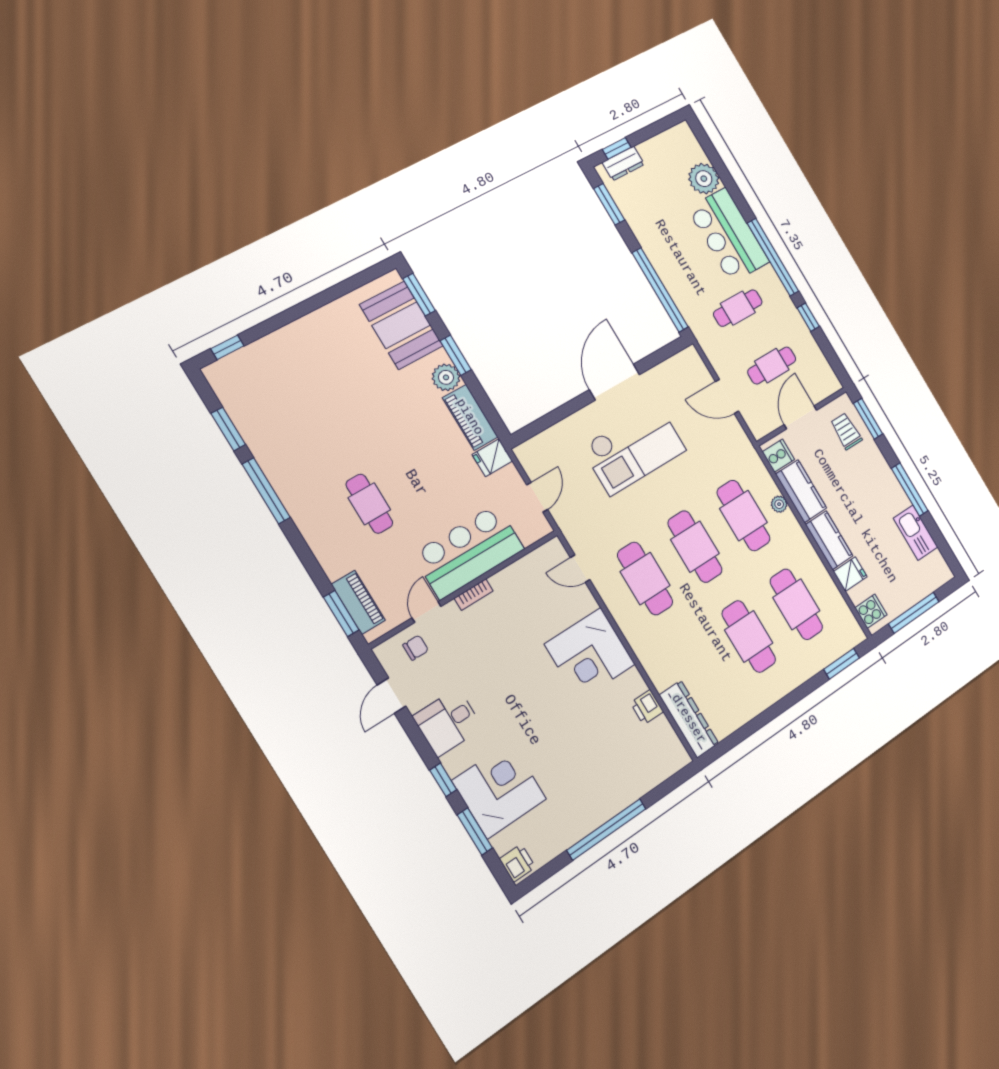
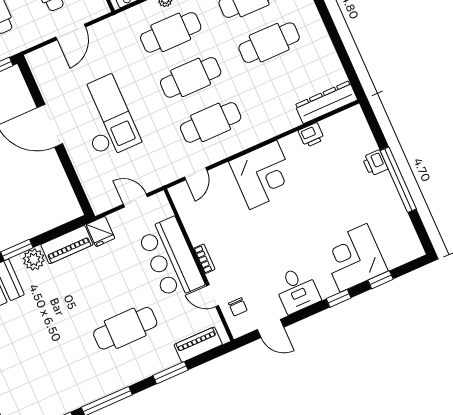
cafe table: (369, 504) -> (125, 328), width x1.37, depth x1.35
window: (341, 614) -> (171, 373), moved
chair: (416, 648) -> (238, 307), turned 180
window: (475, 831) -> (381, 280), width x0.67
printer: (517, 863) -> (375, 163), moved, turned -90

